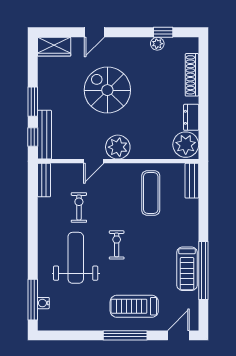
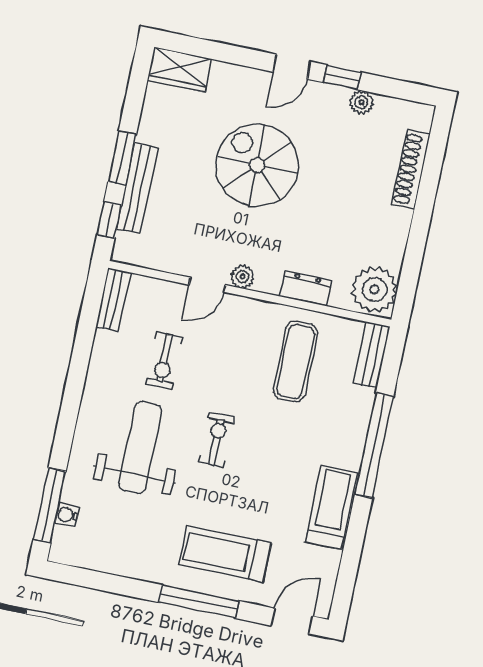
door: (94, 32) -> (292, 67), moved
window: (163, 32) -> (342, 77), moved
dresser: (191, 117) -> (306, 288), moved, turned 90
bench: (44, 135) -> (137, 188), moved
plant: (118, 147) -> (242, 277), width x0.53, depth x0.53
exercise bike: (79, 207) -> (164, 360), turned 180
treadmill: (187, 269) -> (331, 507), turned 180
window: (203, 271) -> (374, 445), moved

